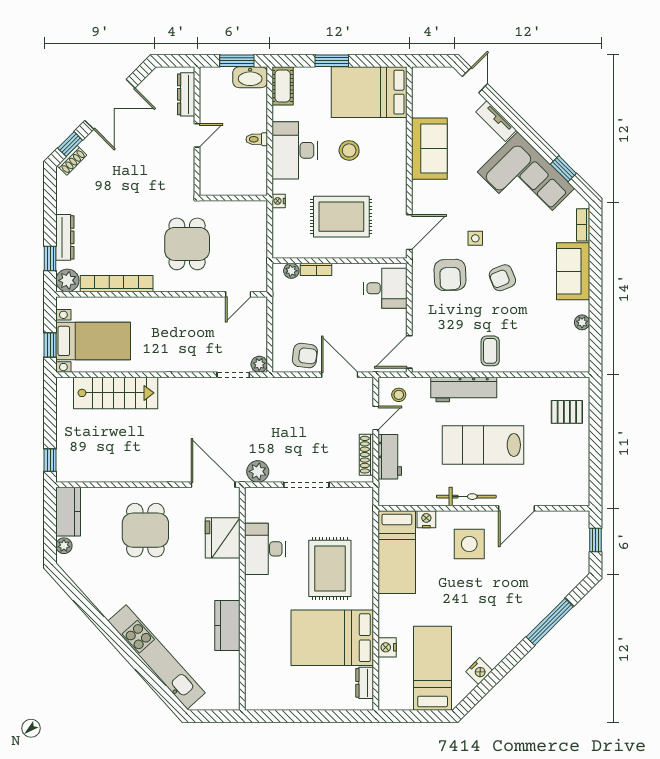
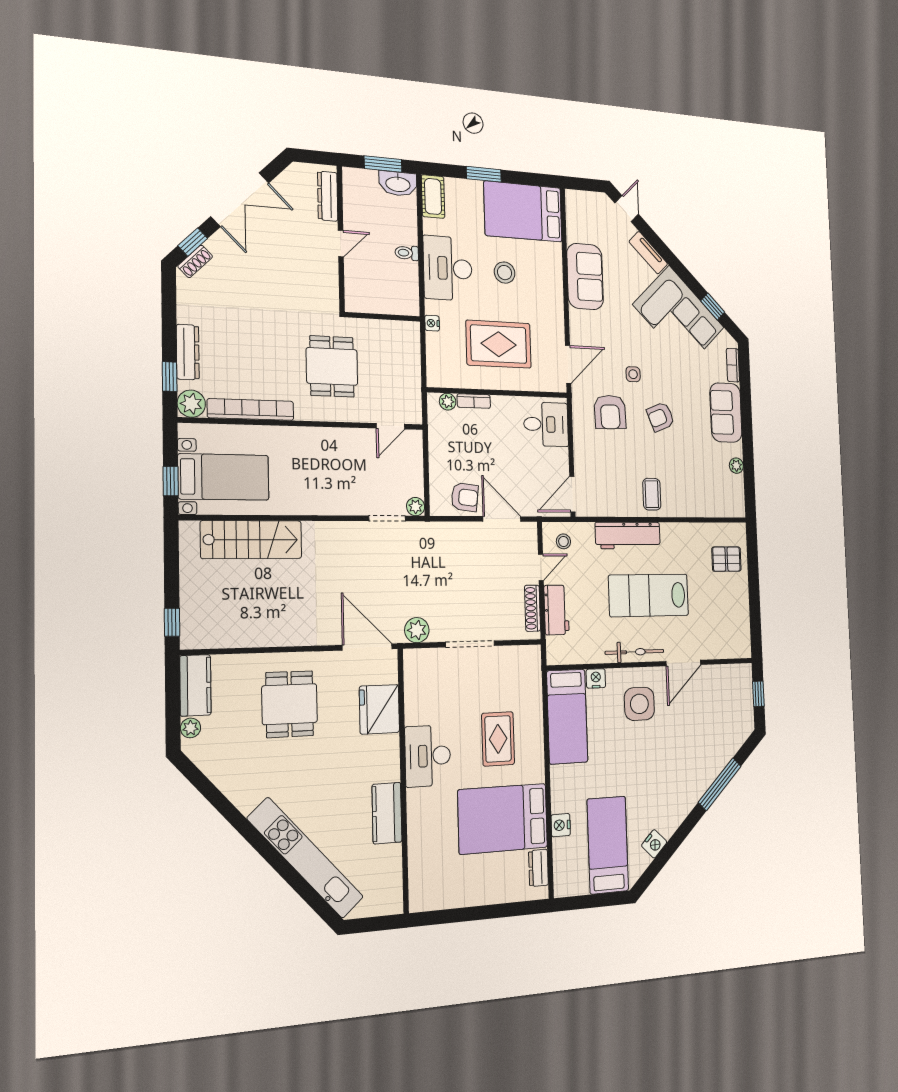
desk: (265, 549) -> (428, 756), moved
rug: (330, 568) -> (498, 739), width x0.73, depth x0.70

